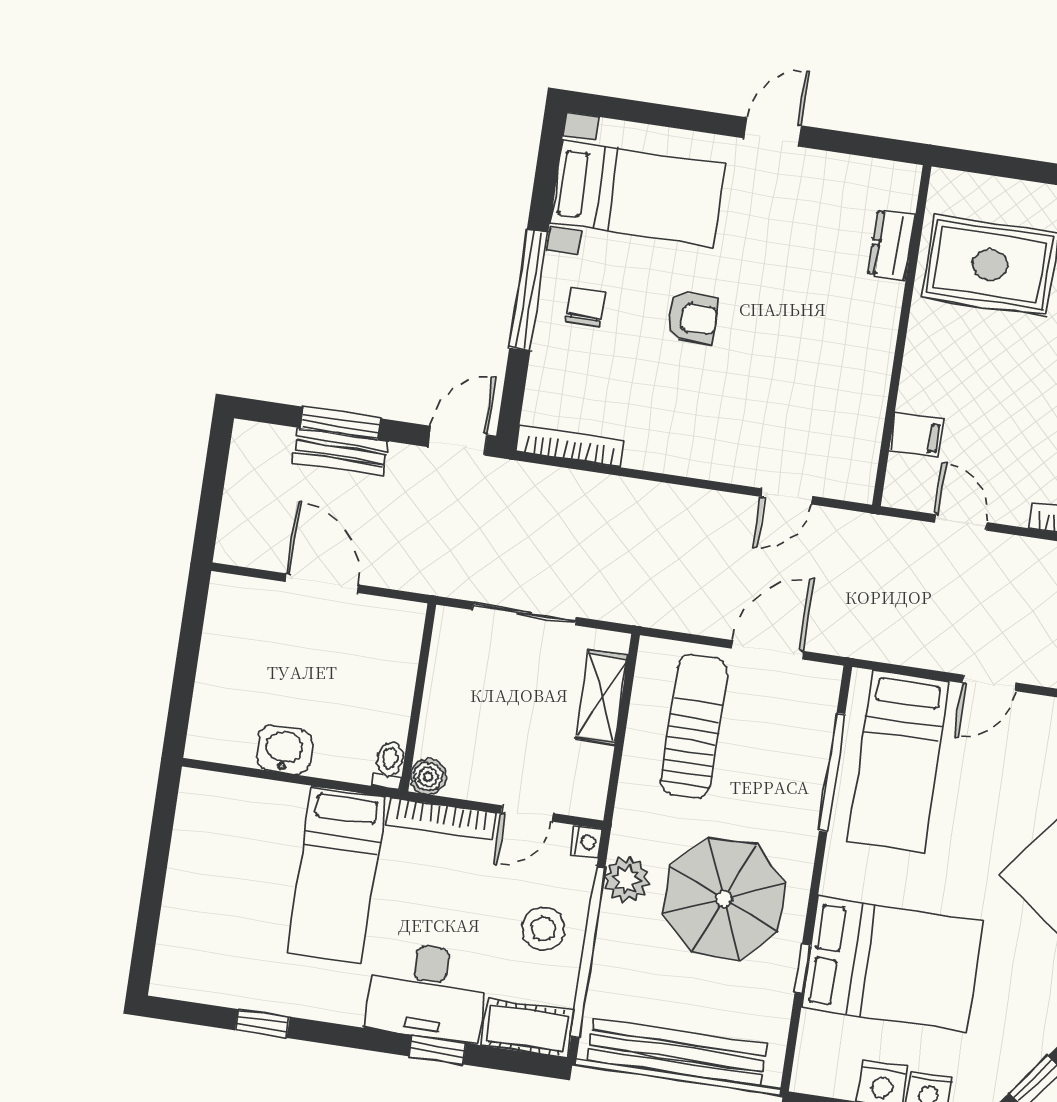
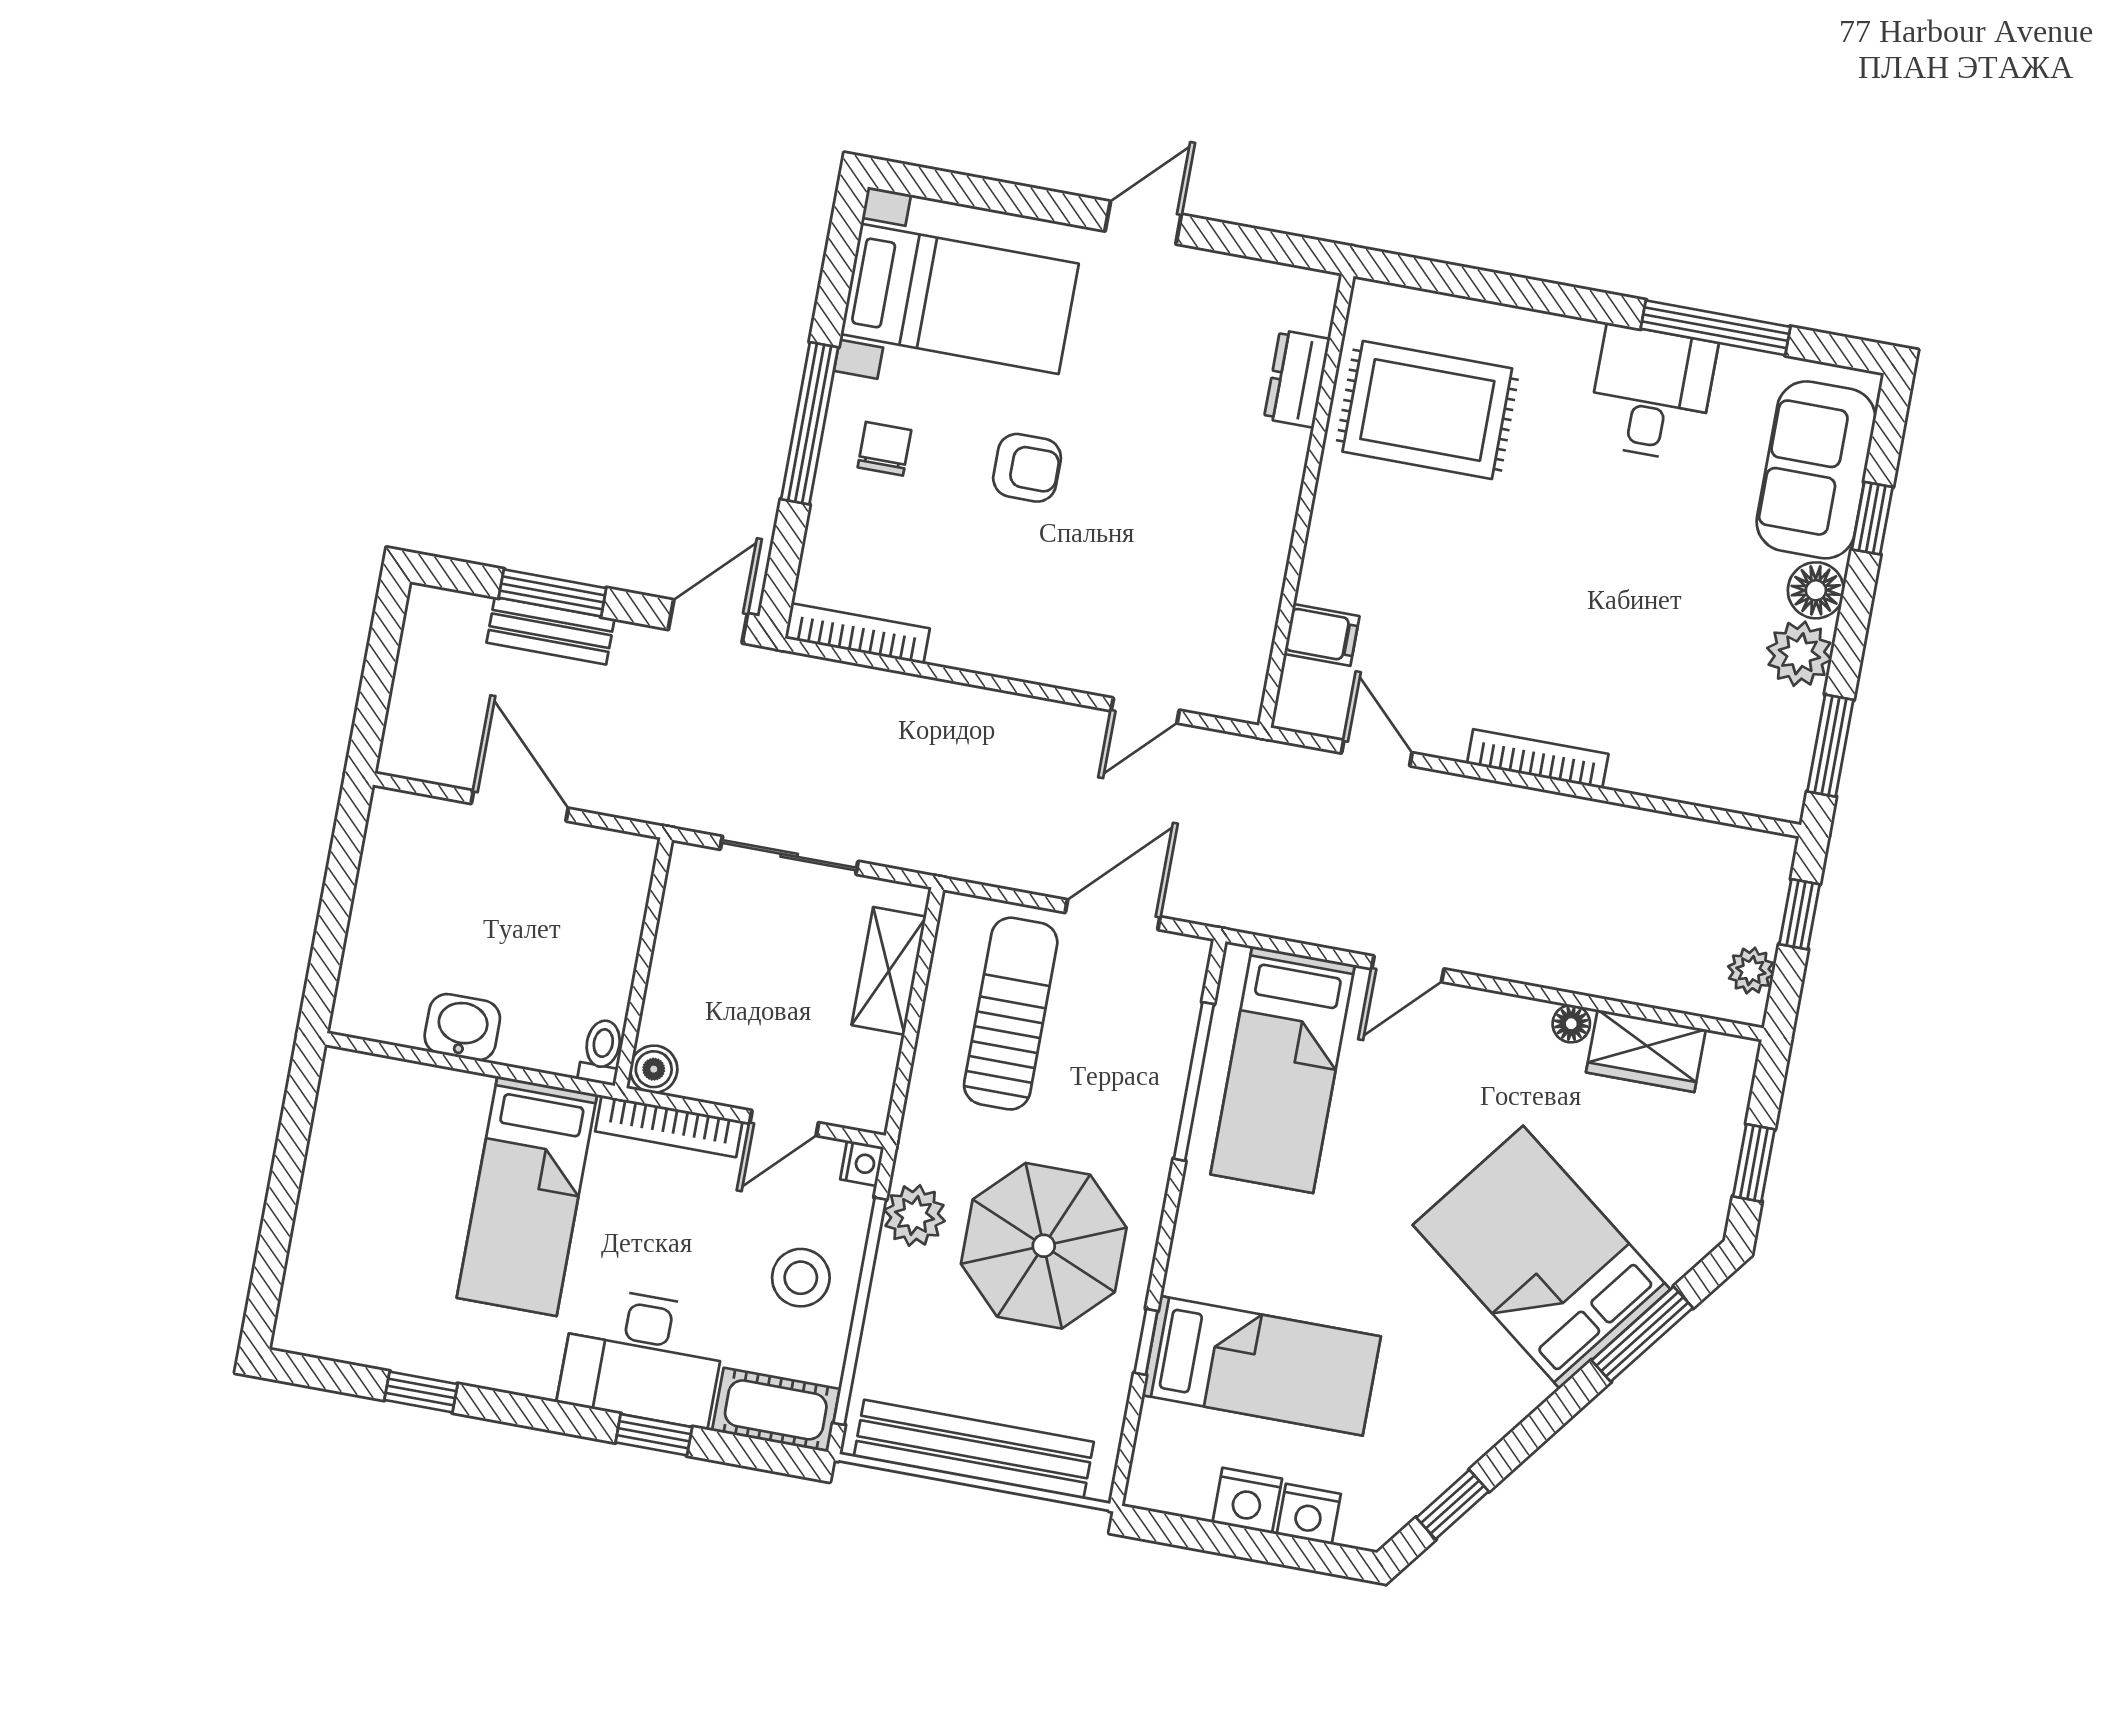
bed: (892, 964) -> (1261, 1366), width x0.67

